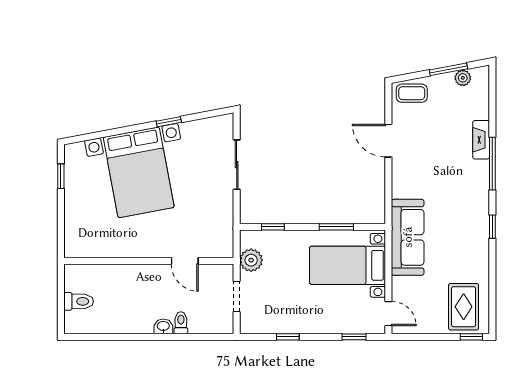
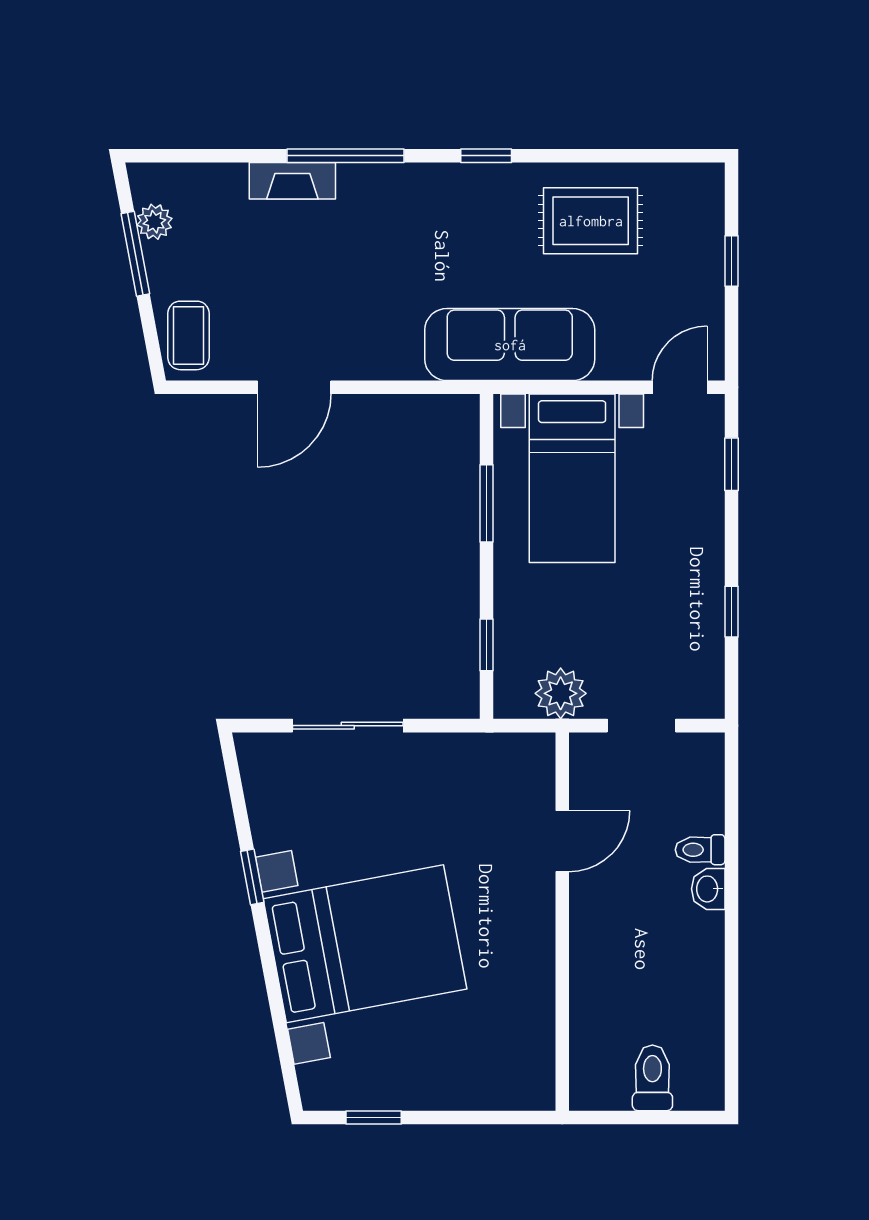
rug: (464, 307) -> (591, 221), moved
window: (471, 337) -> (731, 261), moved

